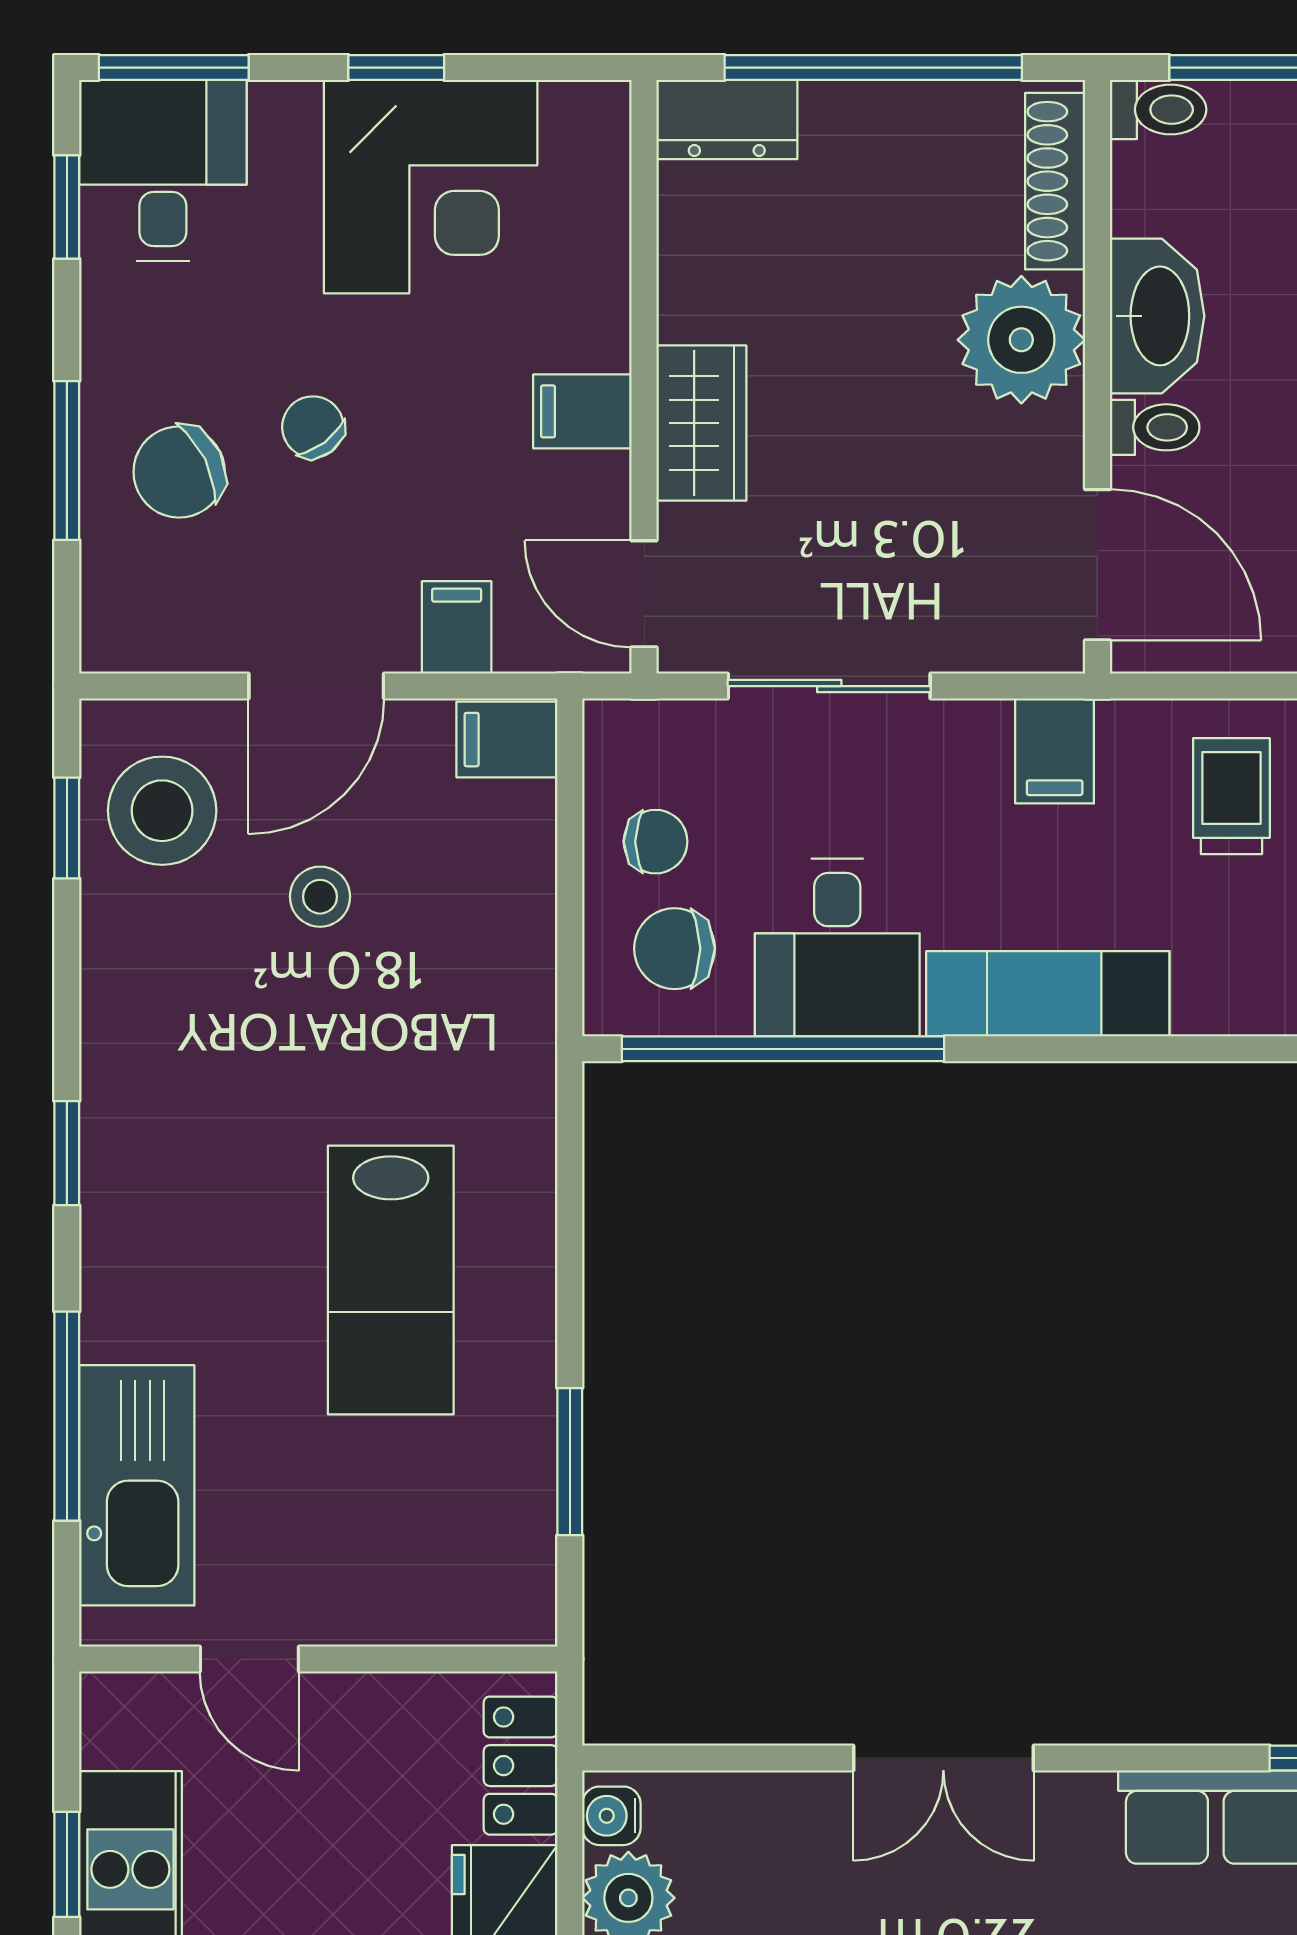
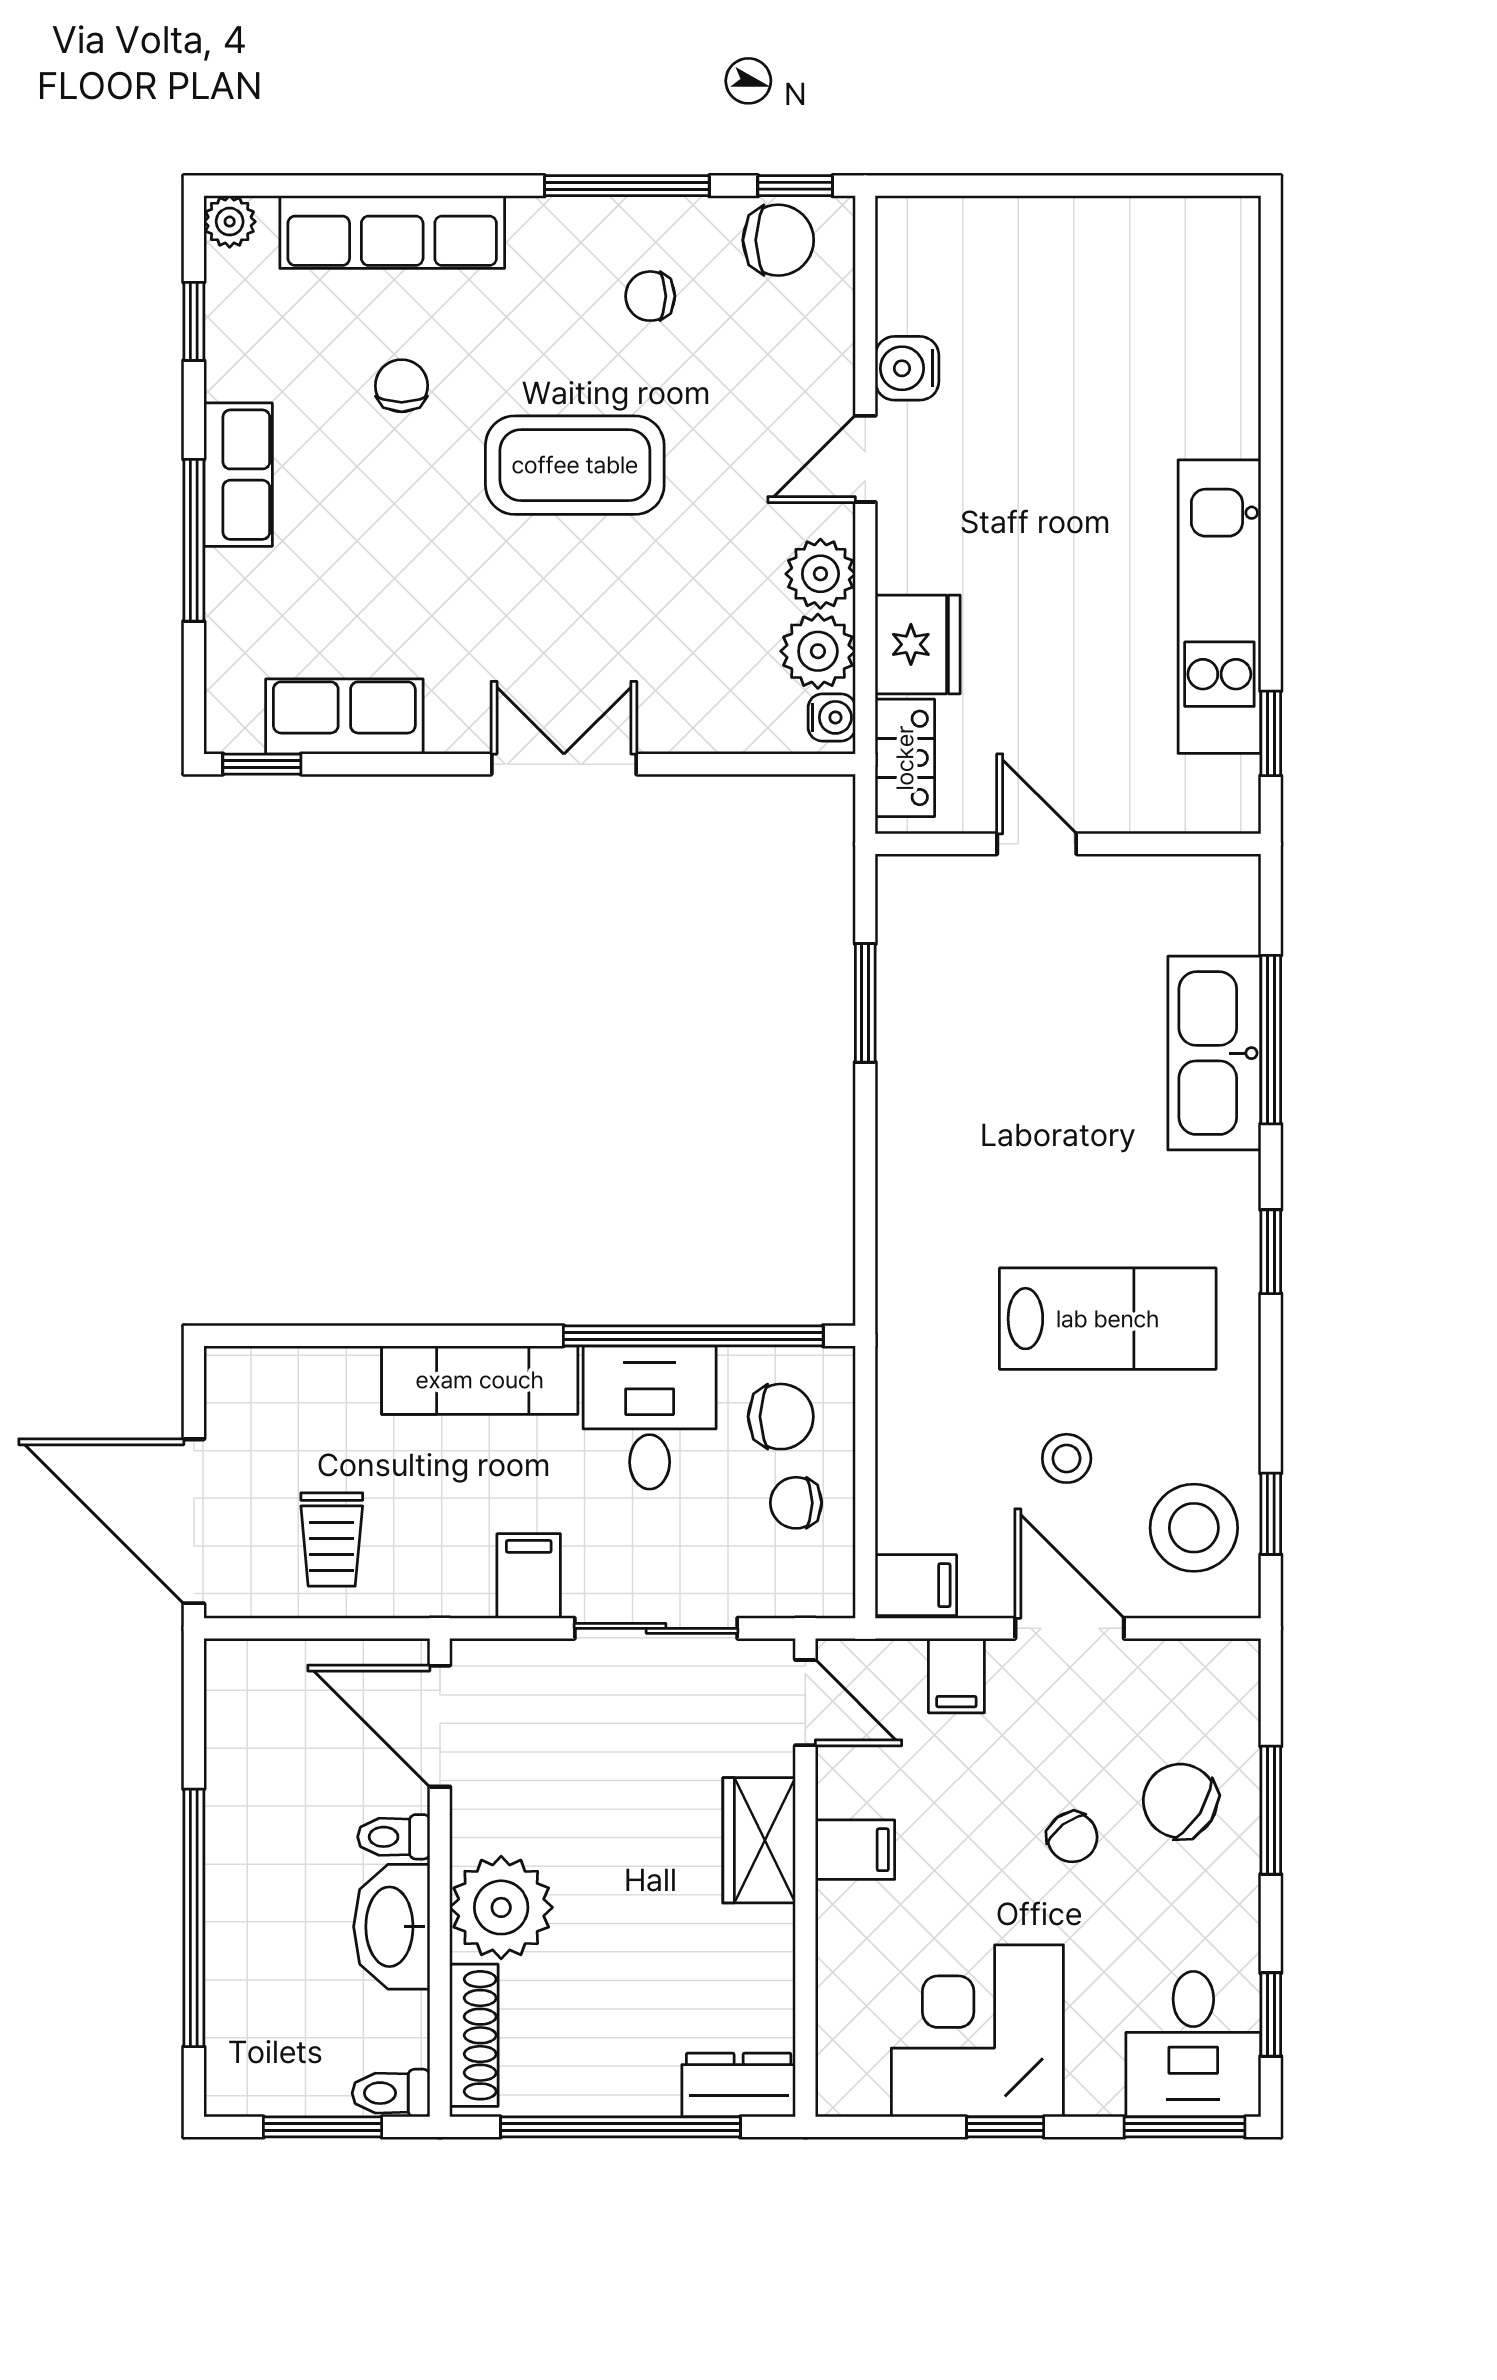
chair: (179, 472) -> (1180, 1801), turned -122
door: (316, 686) -> (1070, 1628), hinge flipped
filing cabinet: (1055, 751) -> (529, 1576), moved
lab bench: (391, 1280) -> (1108, 1319), moved, turned 90
kitchen sink: (137, 1485) -> (1214, 1053), moved
door: (249, 1659) -> (1037, 844), moved
window: (67, 1864) -> (1271, 733), moved

